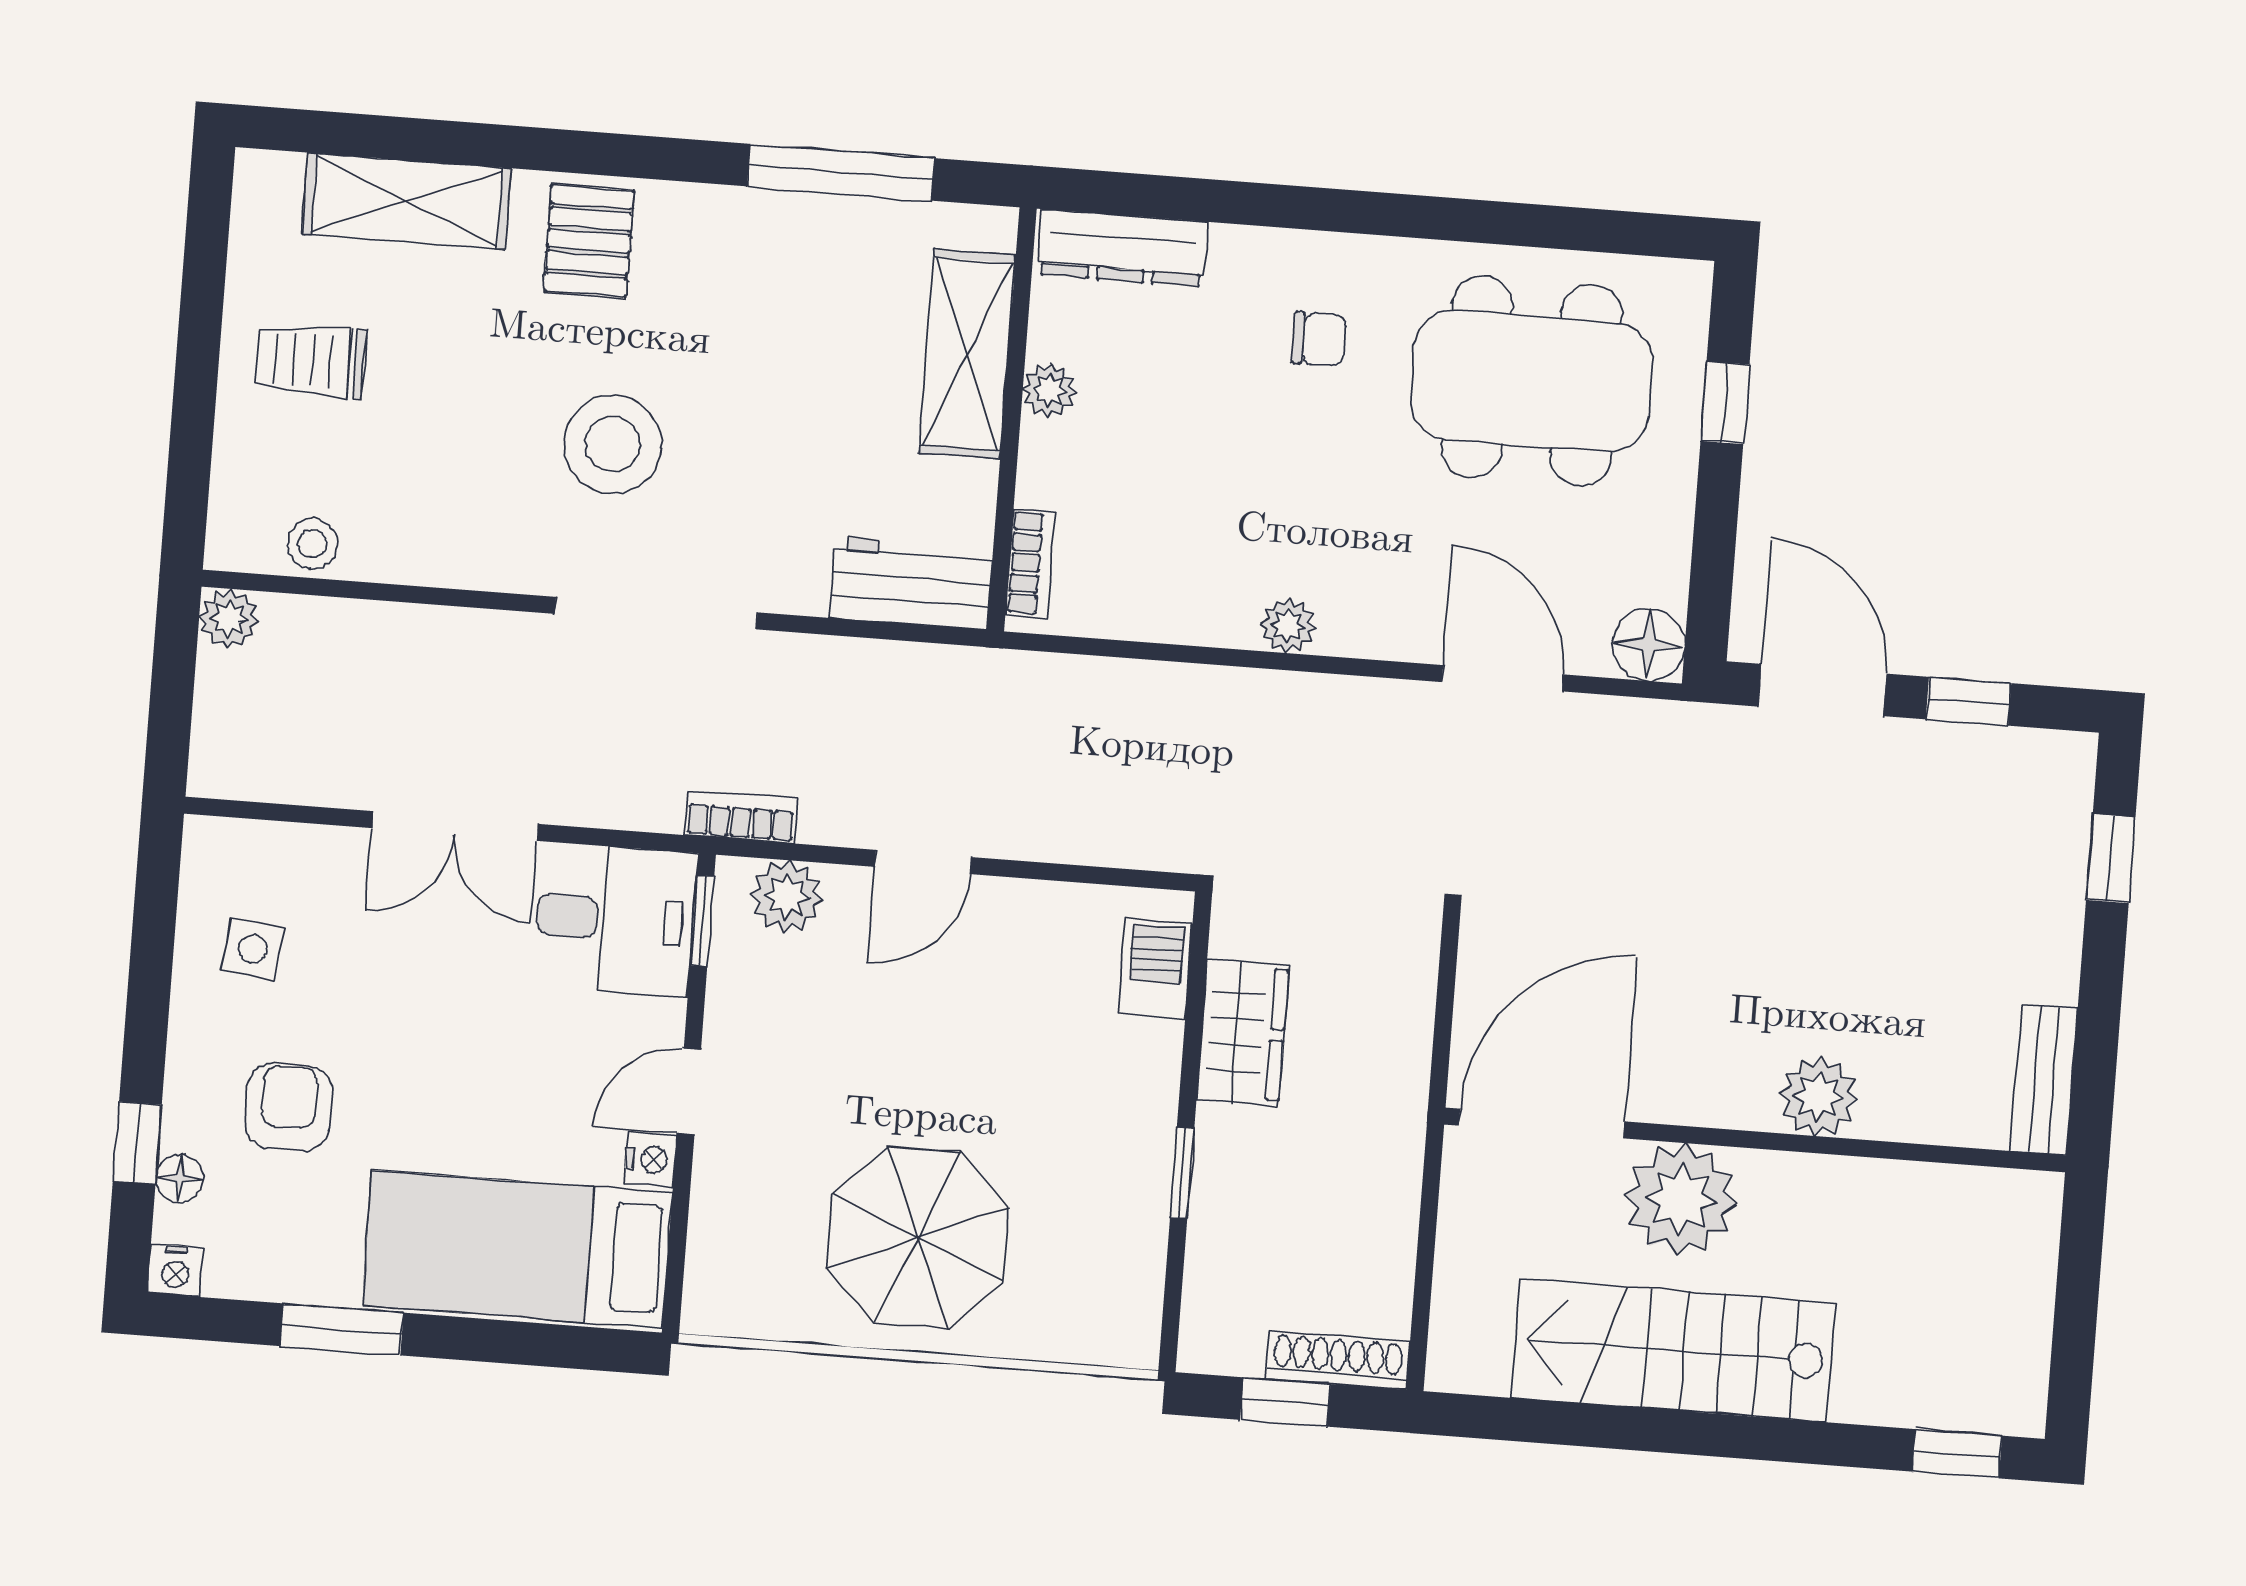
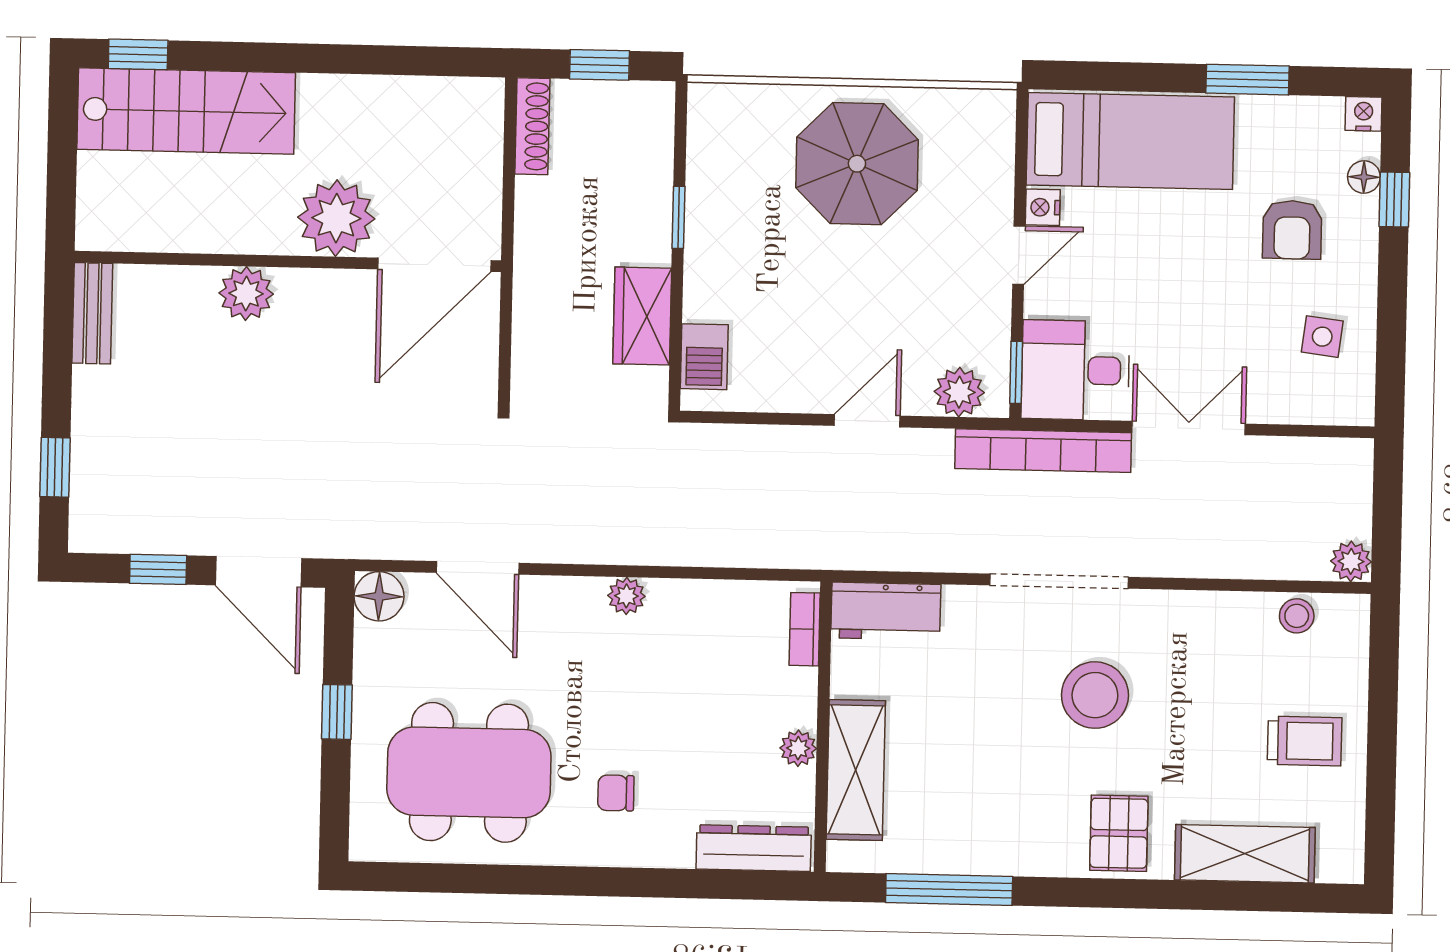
window: (1725, 403) -> (337, 712), moved
bookcase: (741, 817) -> (1043, 451), width x2.31, depth x1.31
stairs: (1673, 1351) -> (186, 111), moved
shoe rack: (1338, 1361) -> (532, 126), moved, turned -90

